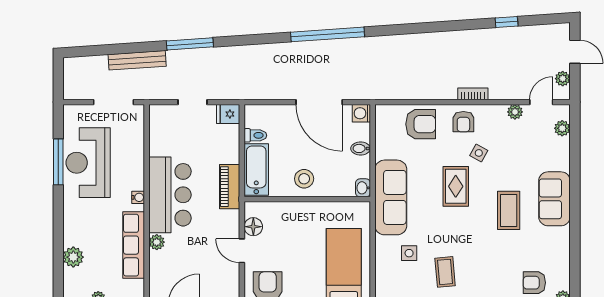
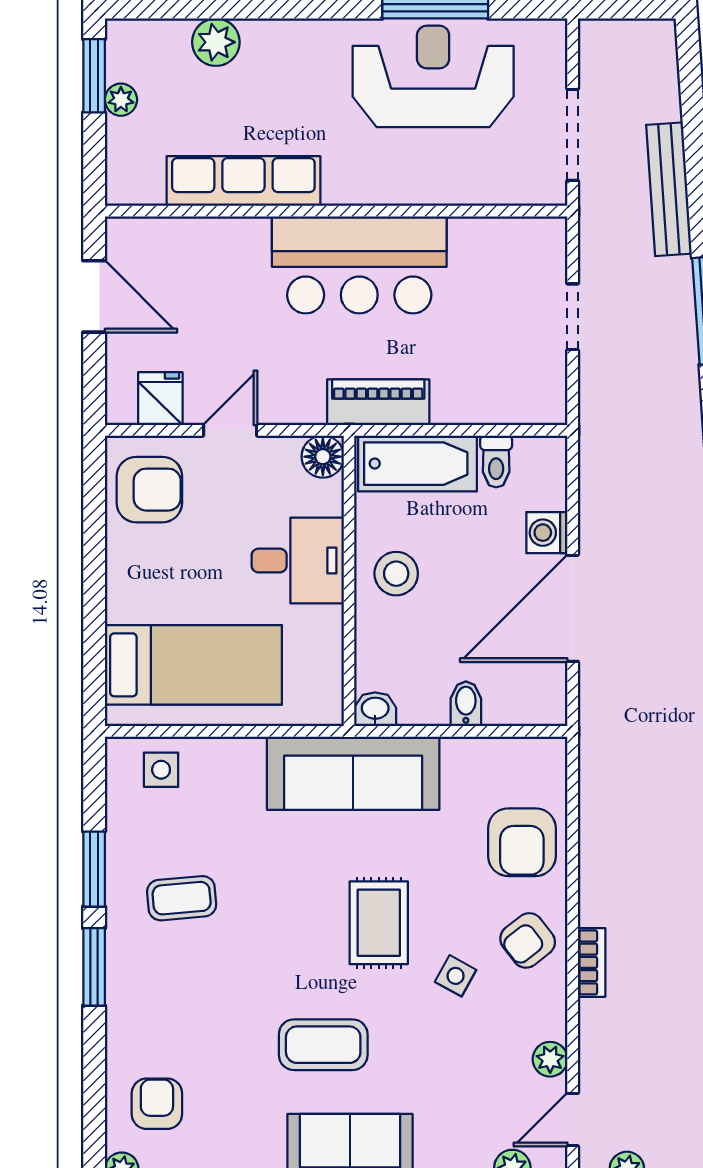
door: (541, 102) -> (573, 1120), swing flipped
washing machine: (361, 113) -> (547, 533), moved, turned -90
fridge: (228, 114) -> (160, 399), moved
armchair: (463, 122) -> (528, 940), turned -38
rug: (456, 186) -> (379, 923), turned 90
water cooler: (138, 197) -> (353, 191), removed
desk: (298, 222) -> (298, 561), added
floor lamp: (253, 227) -> (323, 457), moved
plant: (157, 242) -> (250, 234), removed
side table: (409, 253) -> (161, 770), moved

